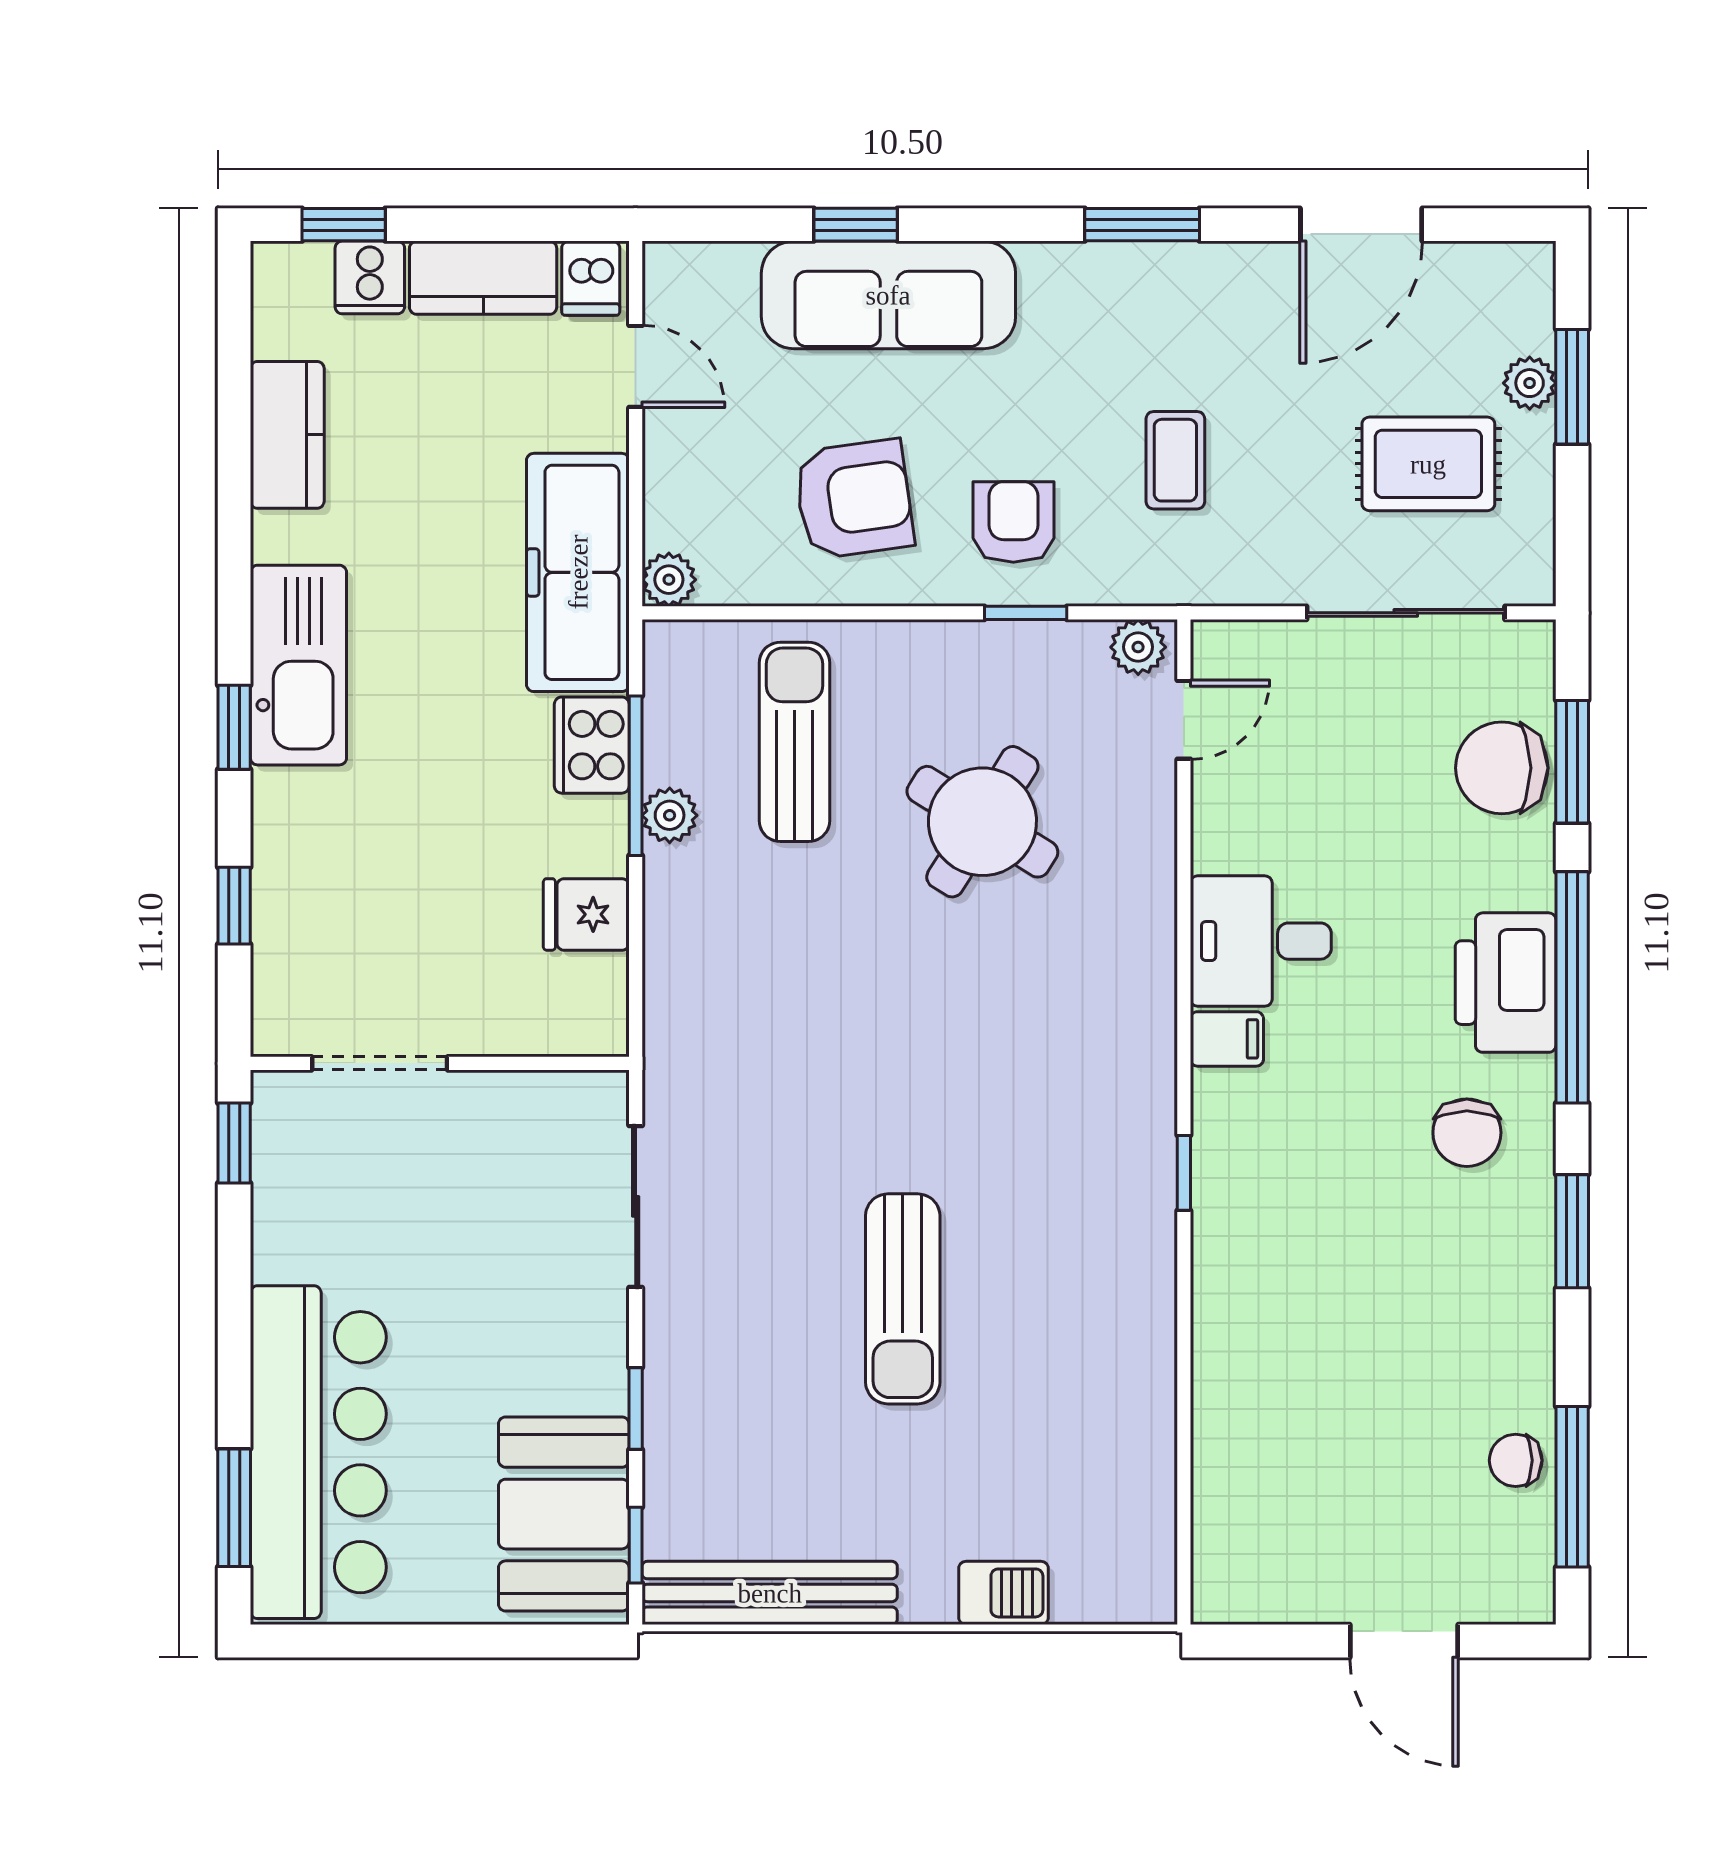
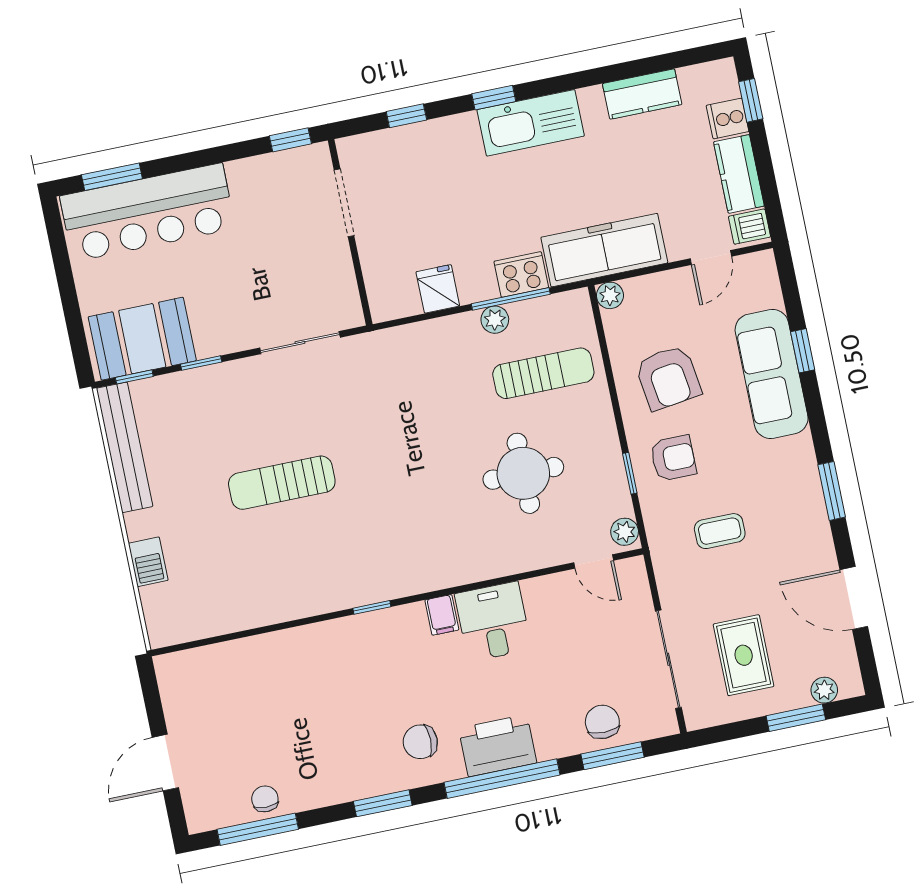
plant: (1530, 383) -> (824, 690), moved
chair: (1502, 768) -> (602, 722), width x0.73, depth x0.73
round table: (982, 822) -> (523, 473), turned -32

